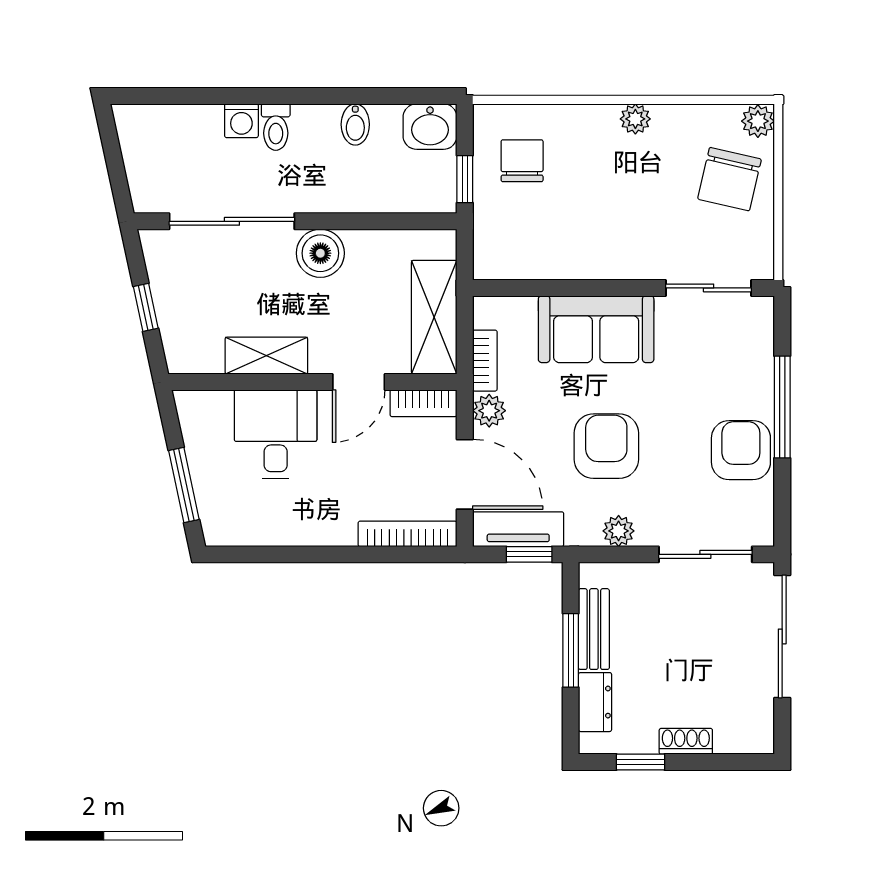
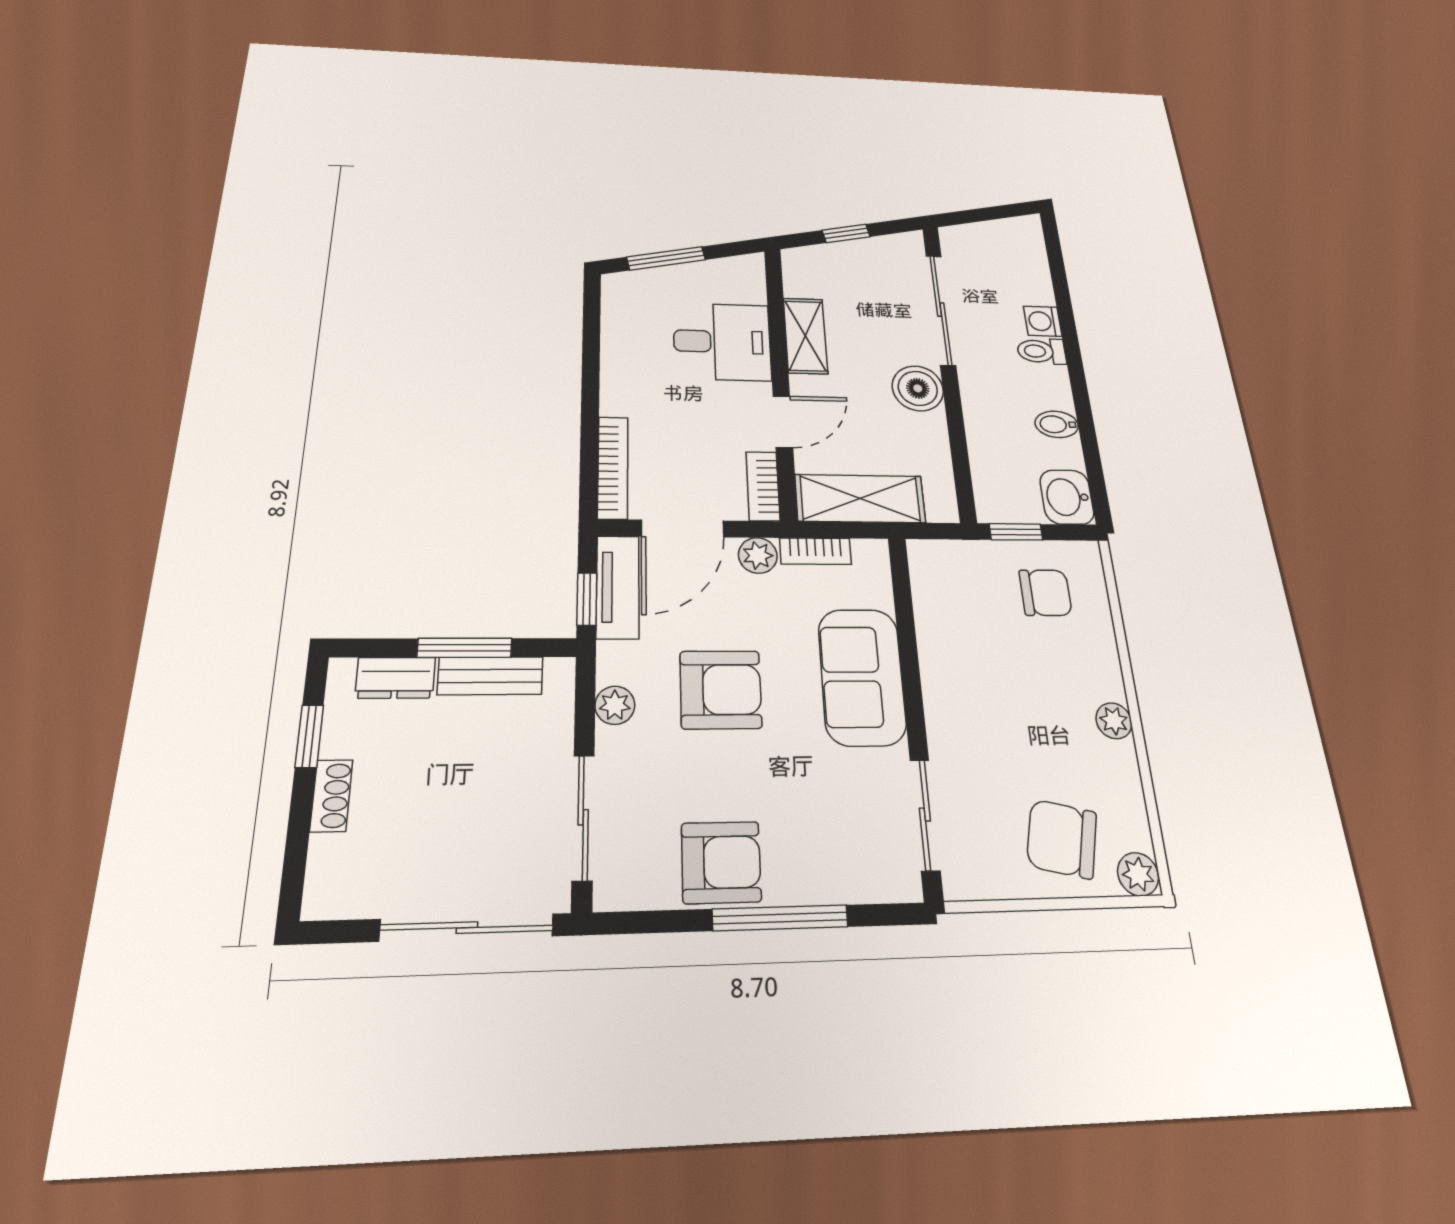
door: (359, 382) -> (783, 422), swing flipped

